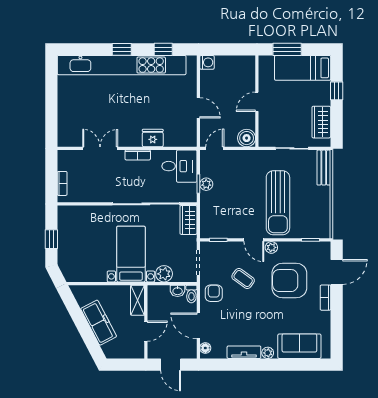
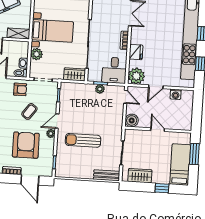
washing machine: (207, 62) -> (176, 94), moved
plant: (185, 135) -> (136, 76), added
sun lounger: (278, 203) -> (83, 140), width x0.73, depth x0.75

